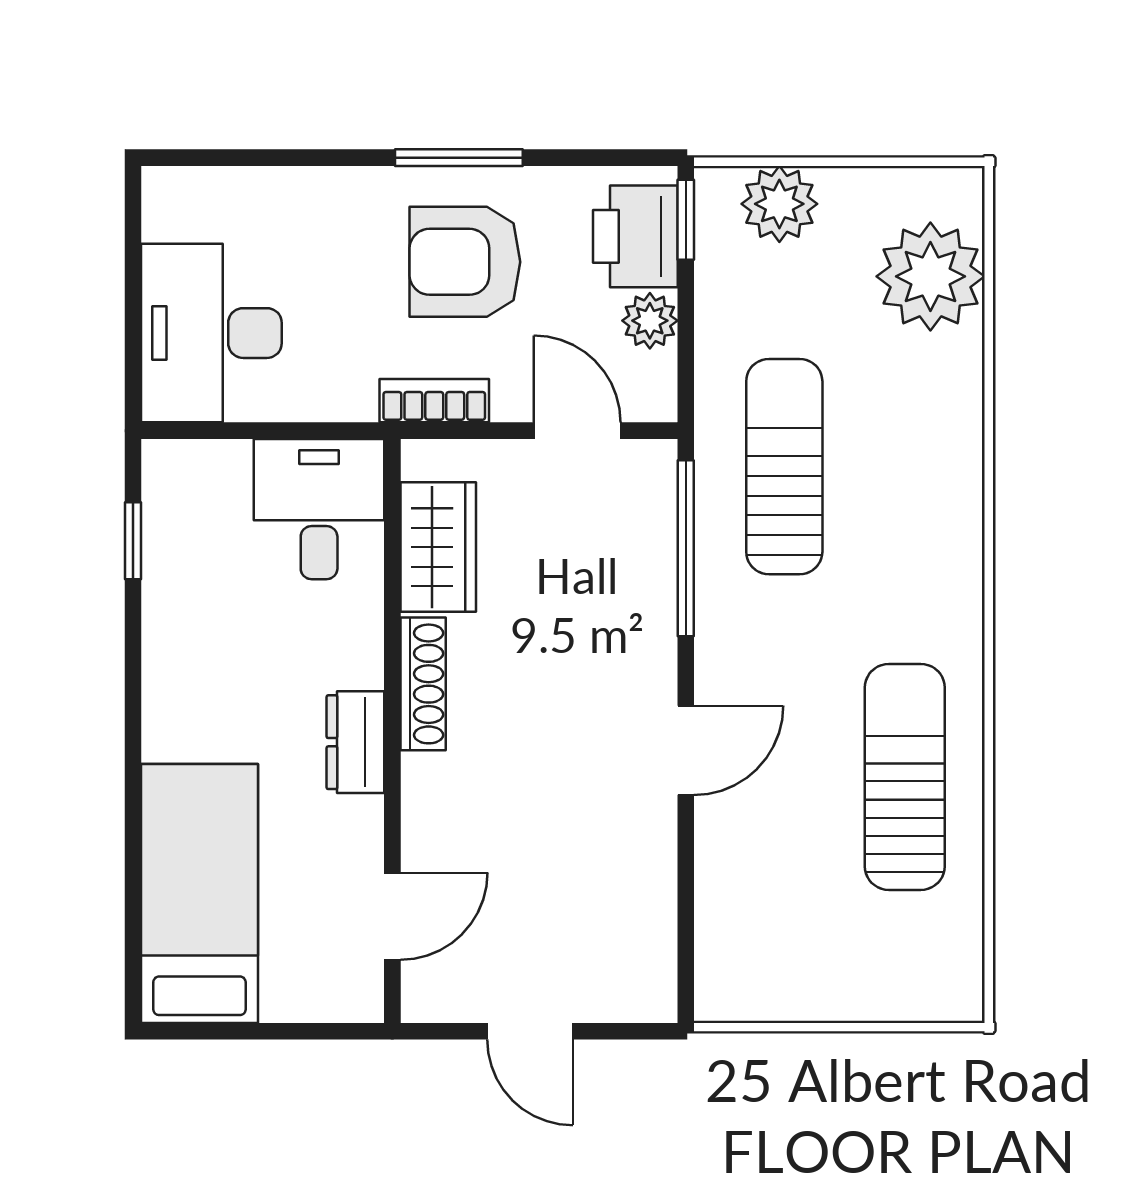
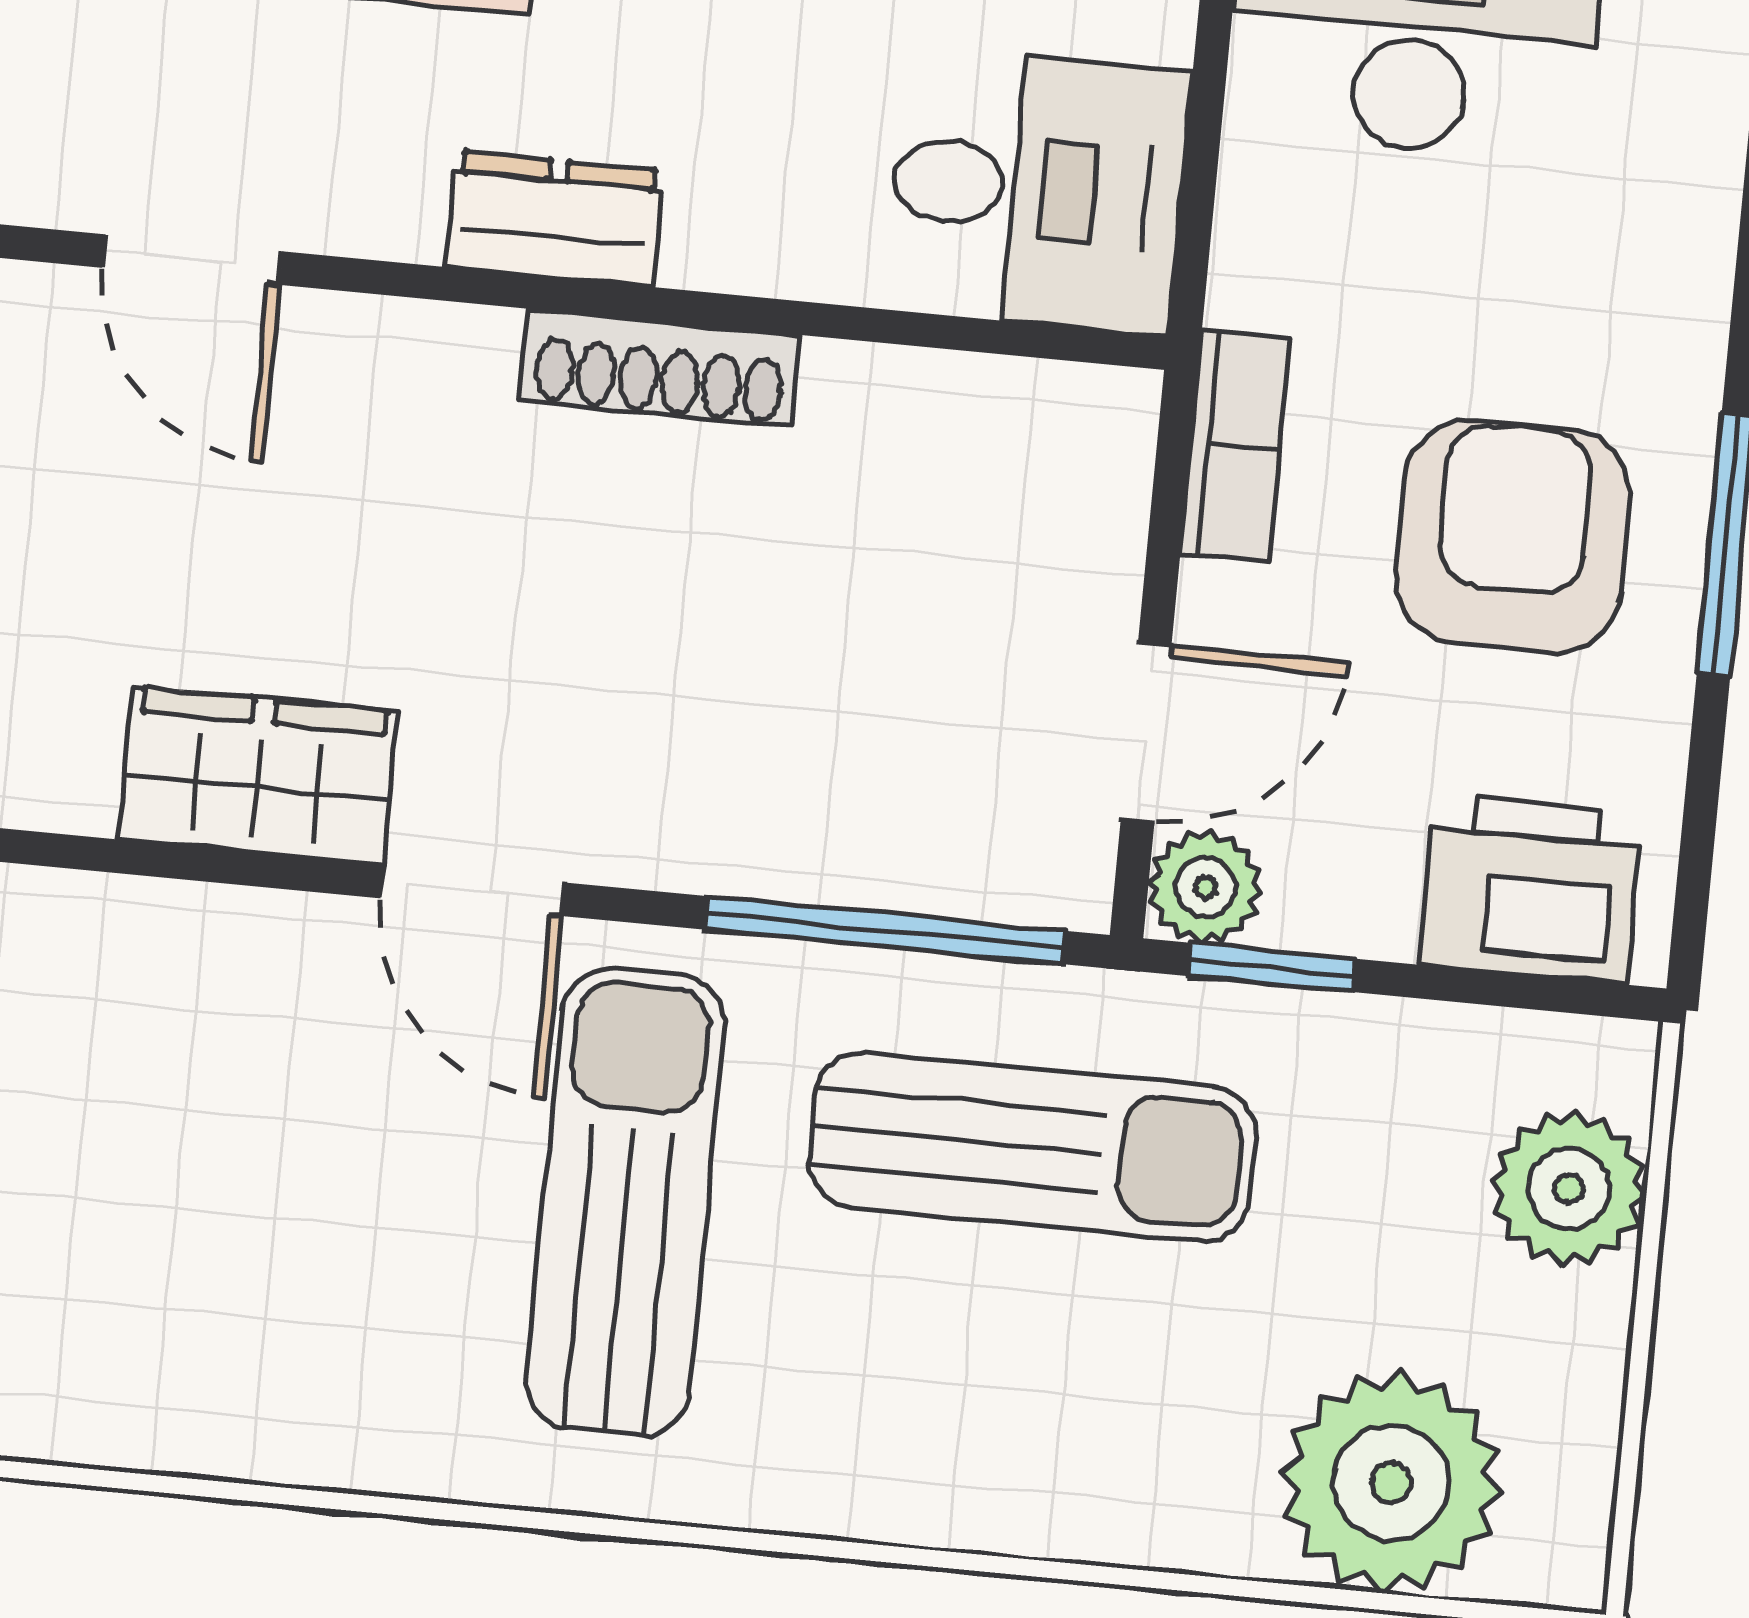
window: (686, 220) -> (1271, 967), moved
plant: (650, 321) -> (1205, 887), moved
wardrobe: (438, 547) -> (258, 776), moved, turned 180
sun lounger: (905, 777) -> (626, 1202), moved, turned -90

